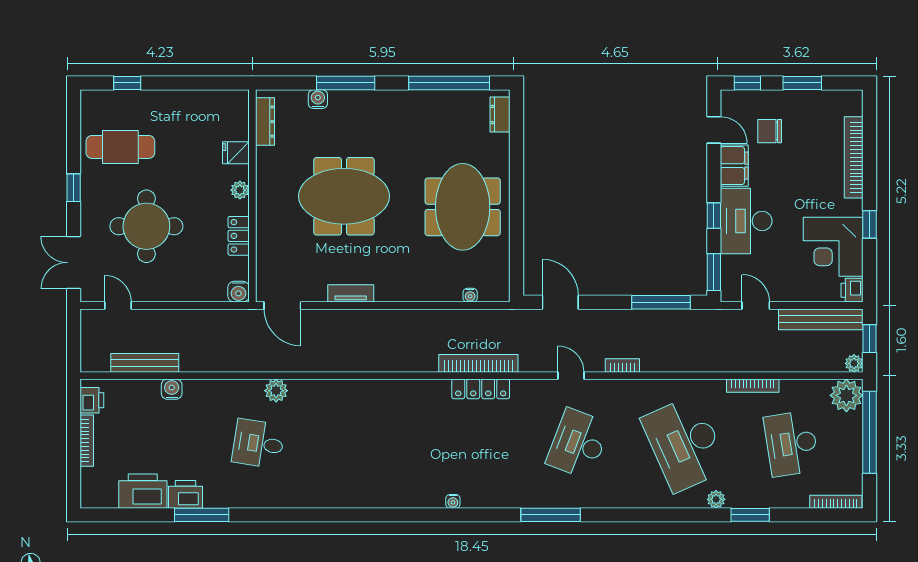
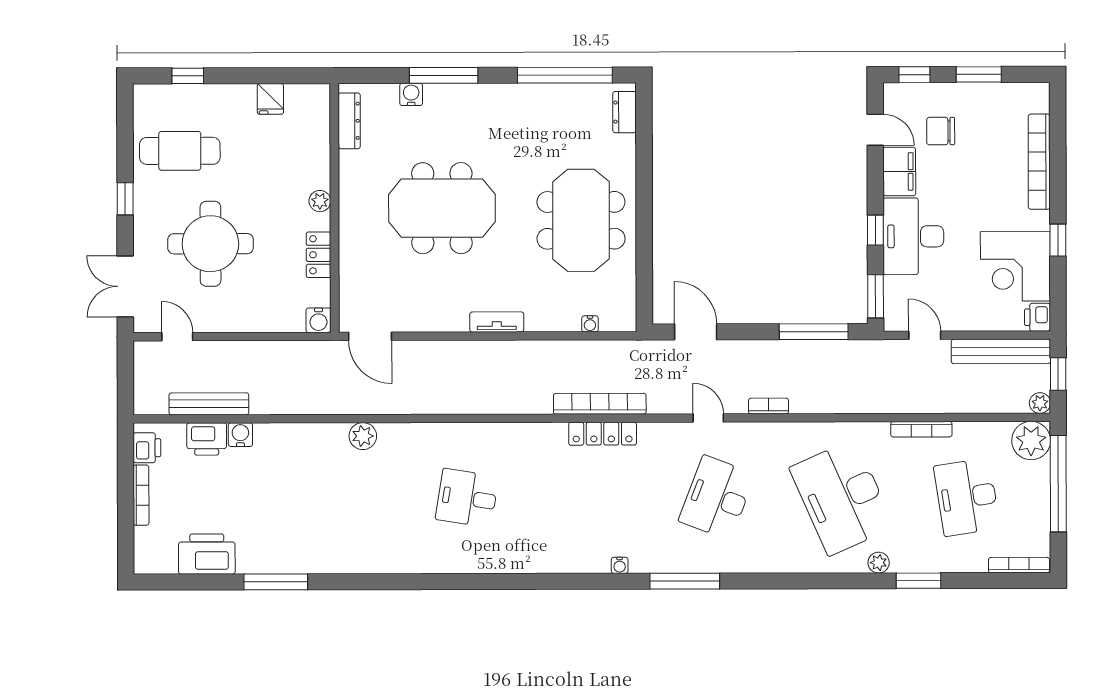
fridge: (236, 153) -> (270, 99), moved, turned -90
tv unit: (351, 293) -> (497, 322), moved
desk: (258, 444) -> (467, 498), moved
printer: (185, 494) -> (207, 439), moved, turned 180
water cooler: (453, 501) -> (620, 565), moved

